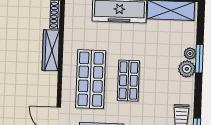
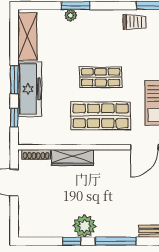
plant: (187, 69) -> (87, 18), removed

